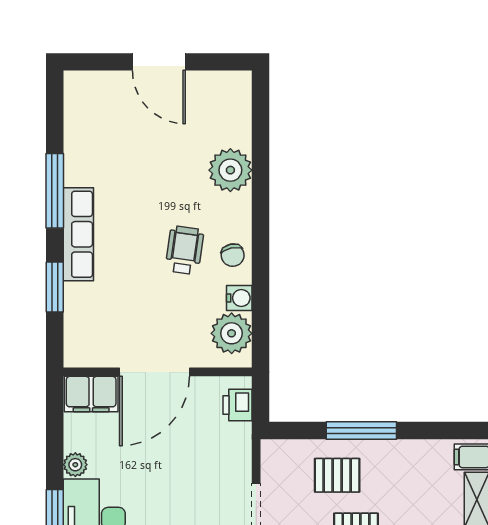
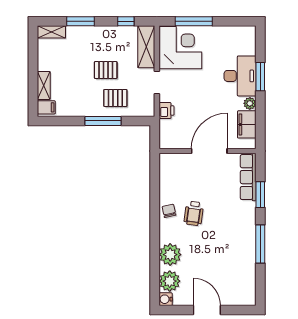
row of seats: (78, 234) -> (248, 177), moved
water cooler: (239, 298) -> (166, 299), moved
plant: (232, 333) -> (170, 281), moved
filing cabinet: (91, 394) -> (247, 124), moved, turned -90
printer: (238, 405) -> (166, 111), moved

